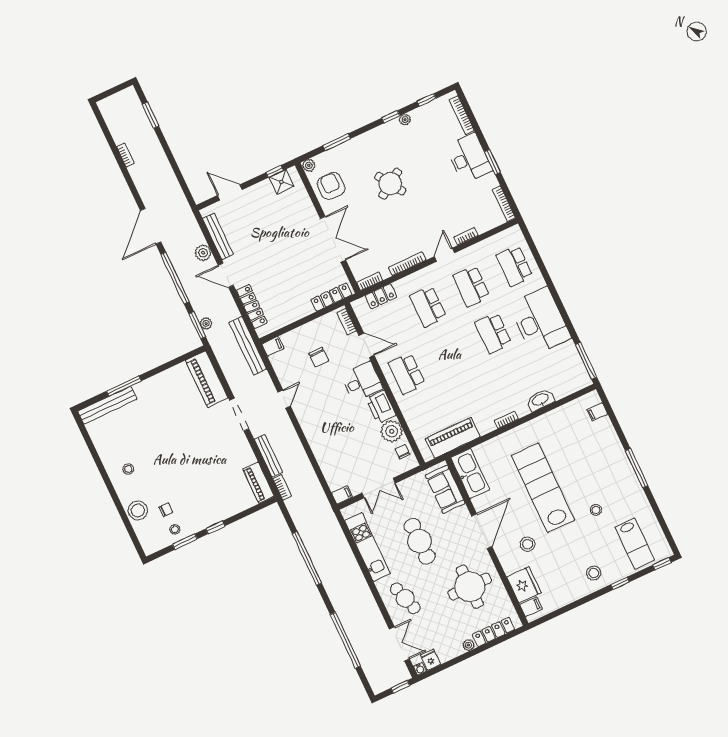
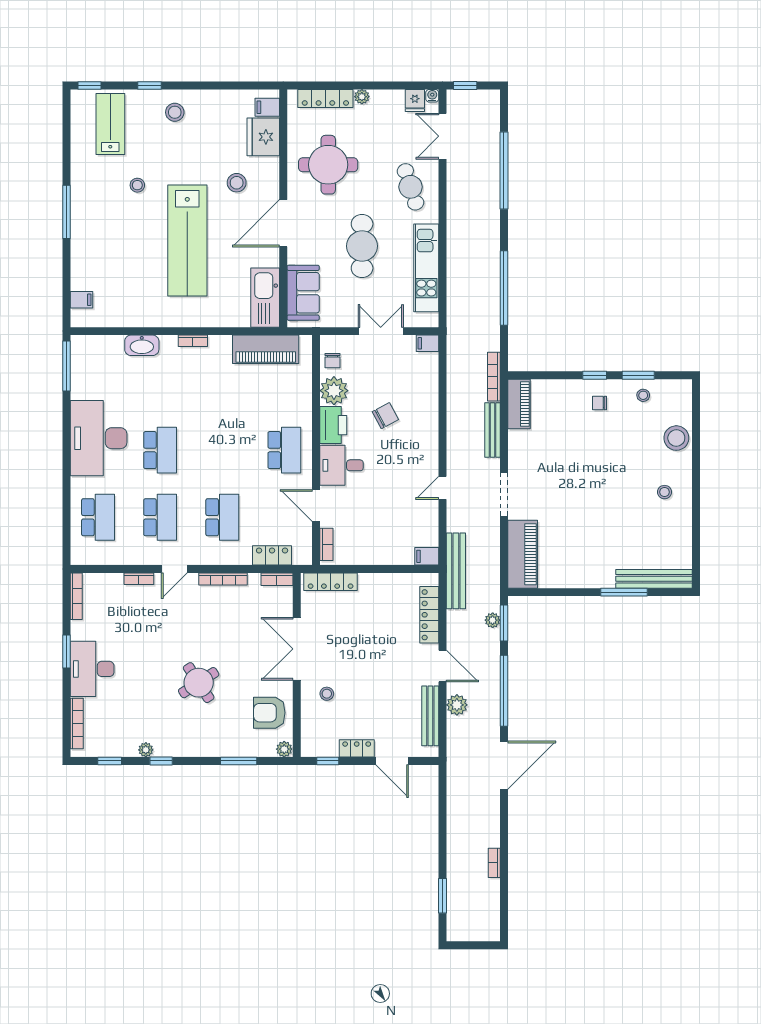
shower: (281, 182) -> (326, 745), removed
armchair: (331, 186) -> (269, 713), turned 90
locker: (259, 190) -> (357, 748), added
stool: (297, 218) -> (327, 694), added
chair: (319, 357) -> (385, 416), moved, turned 62
bookcase: (282, 487) -> (494, 377), width x1.56
chair: (166, 510) -> (600, 403), moved

